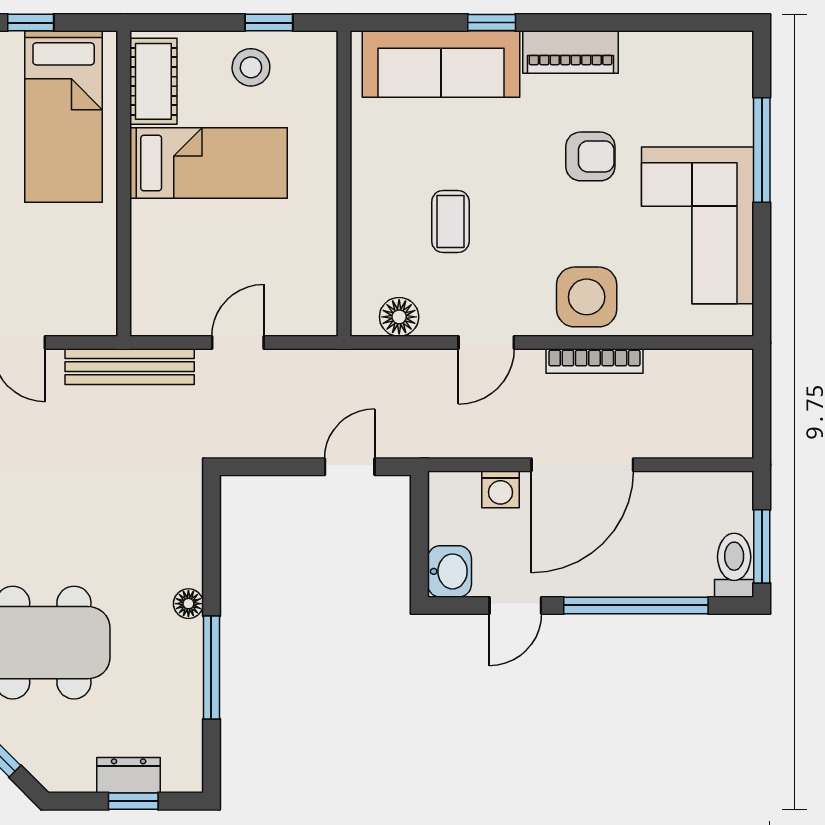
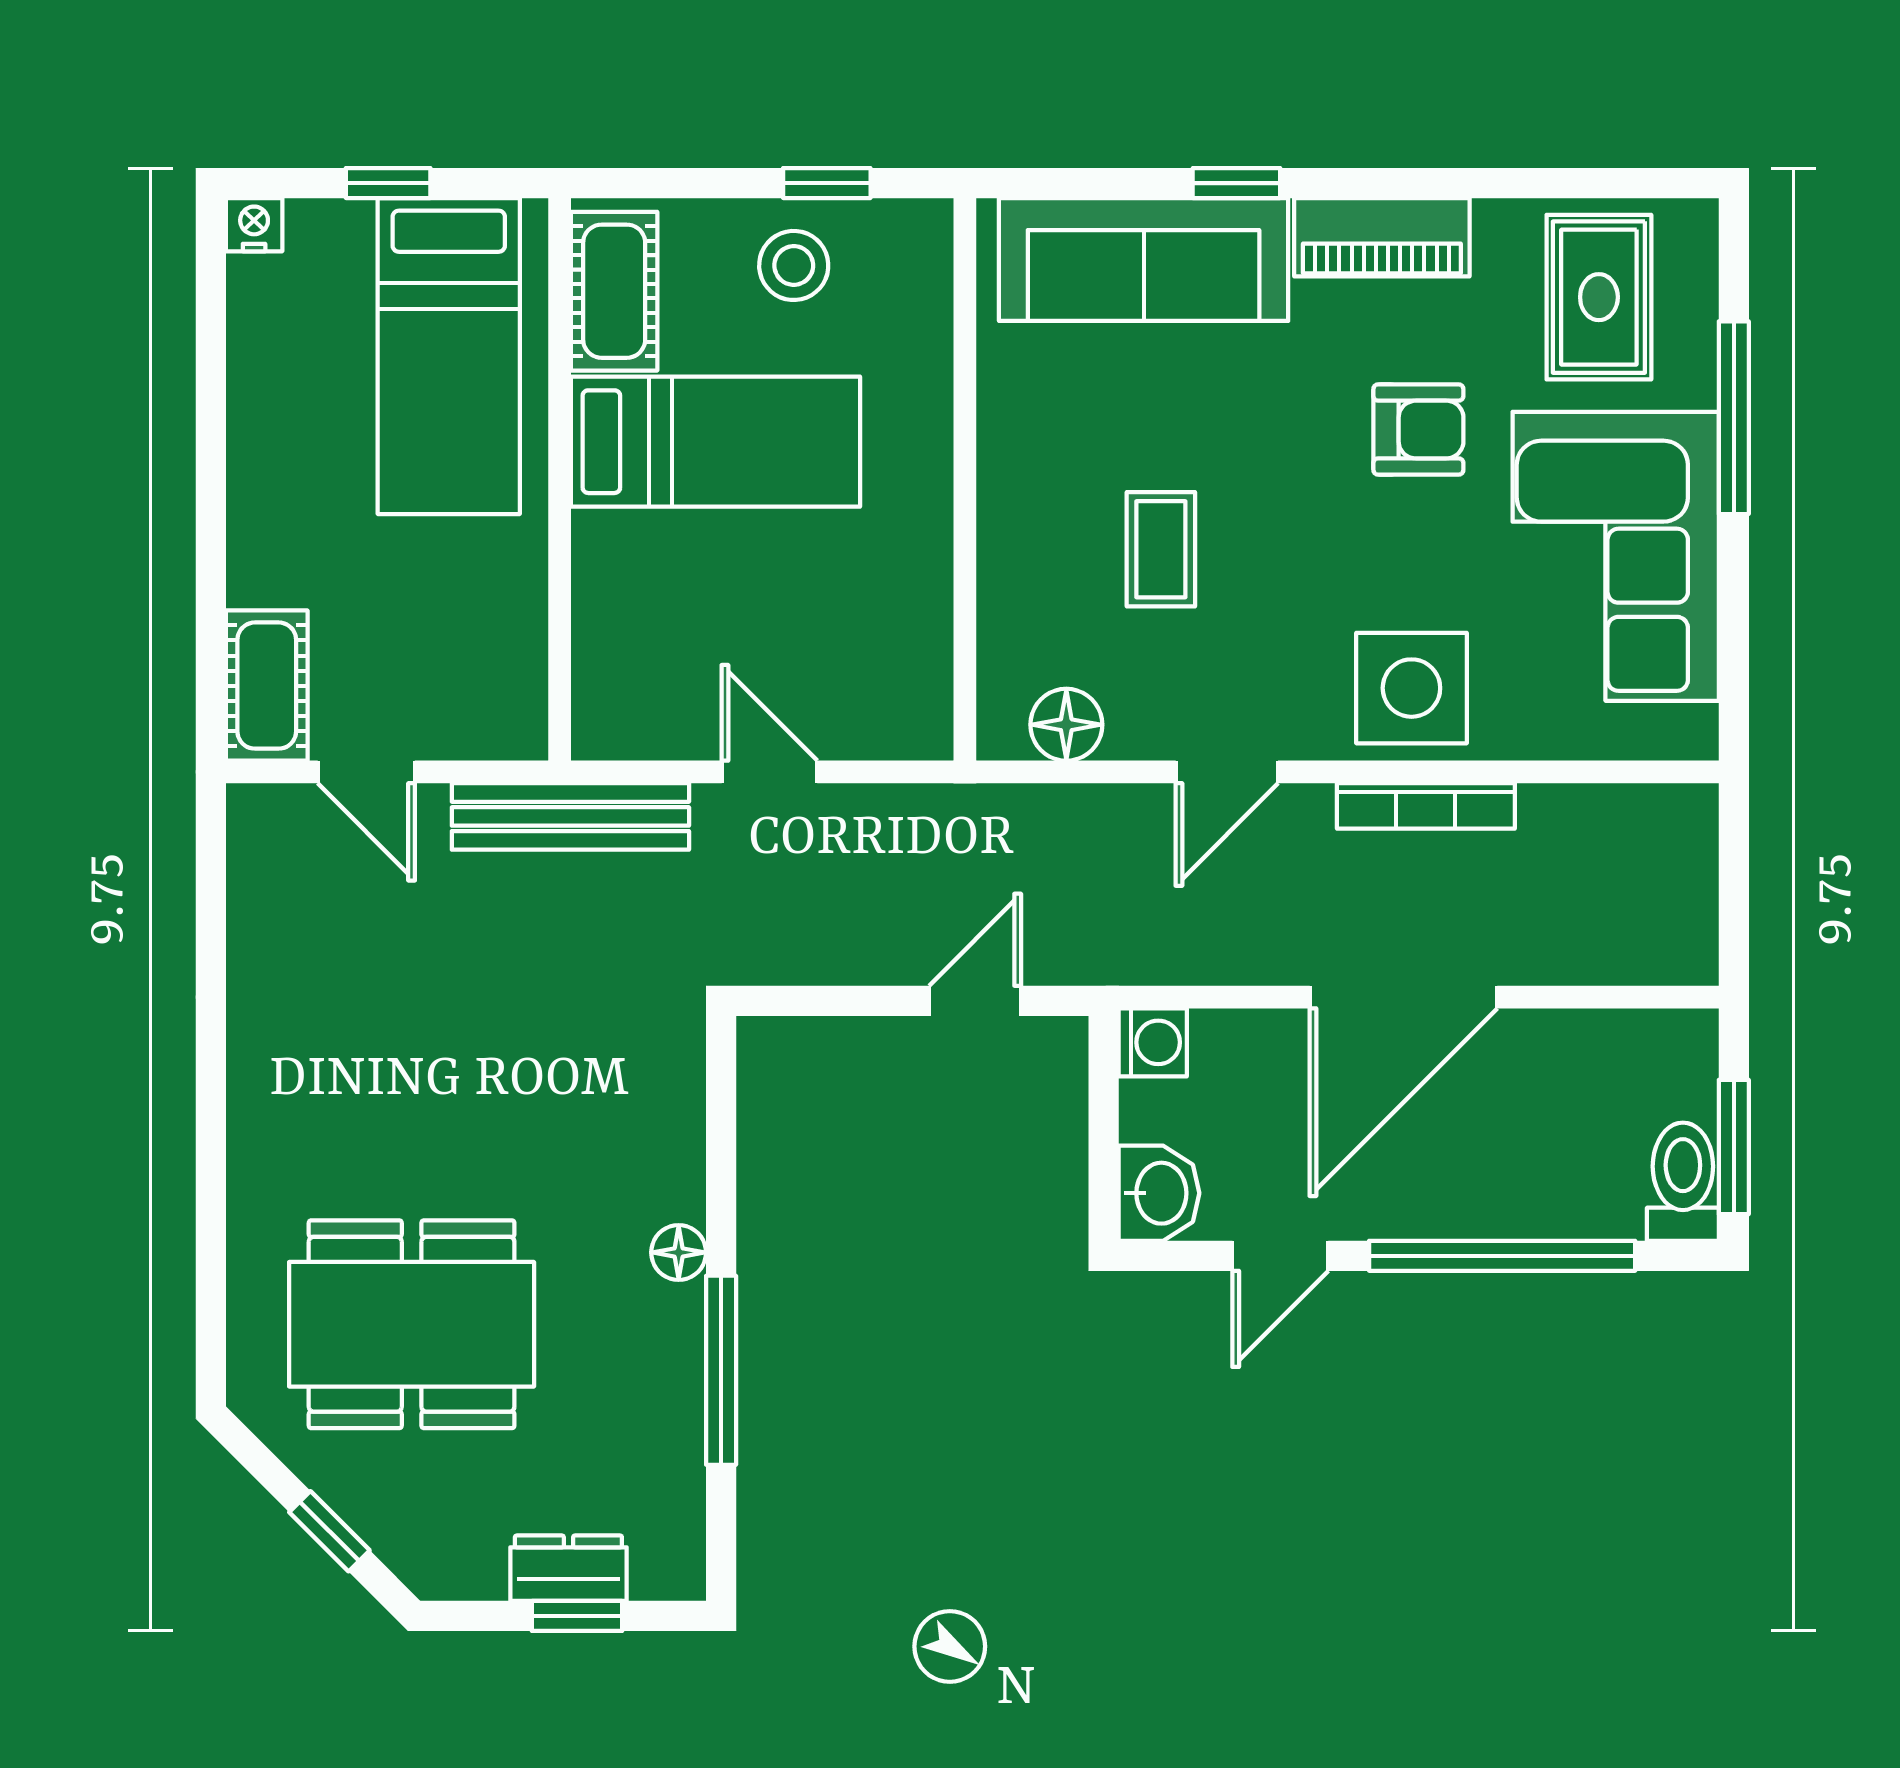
rug: (688, 85) -> (1599, 297), added
door: (238, 343) -> (770, 772), hinge flipped
washing machine: (500, 489) -> (1153, 1042), moved, turned -90

